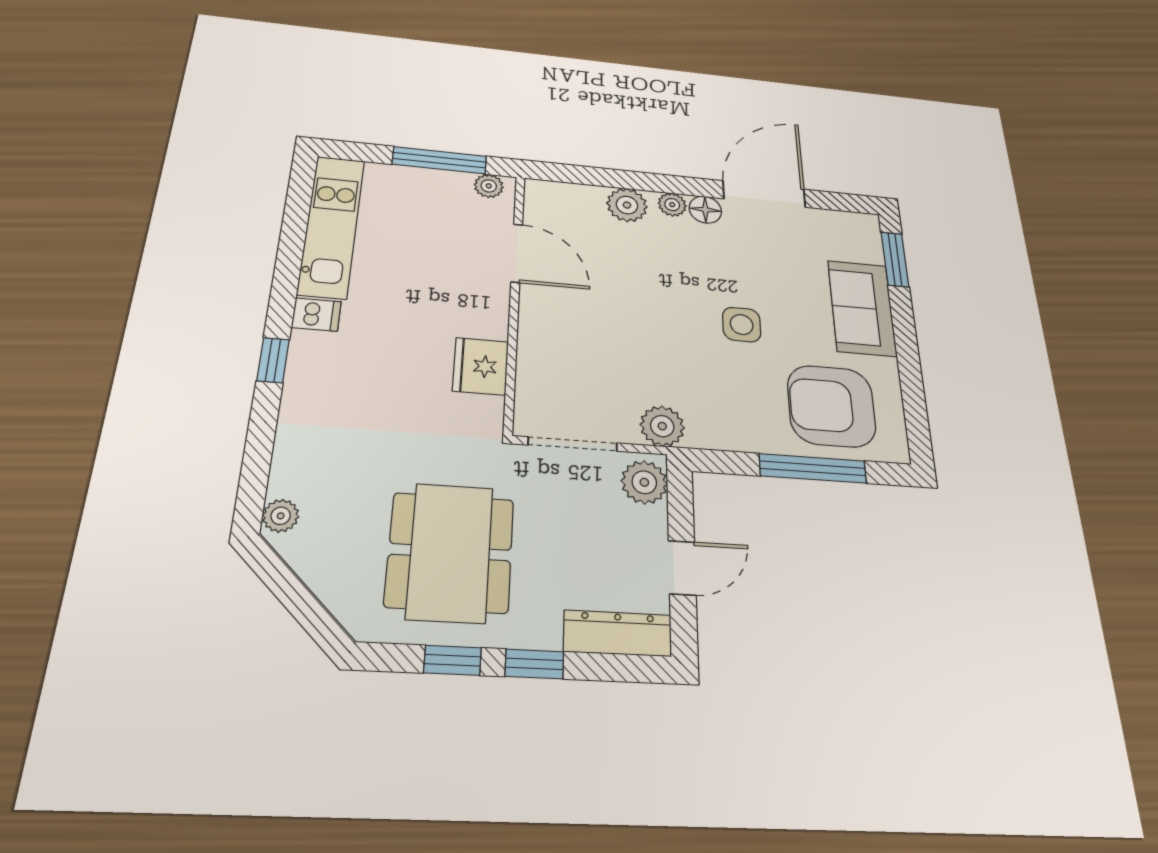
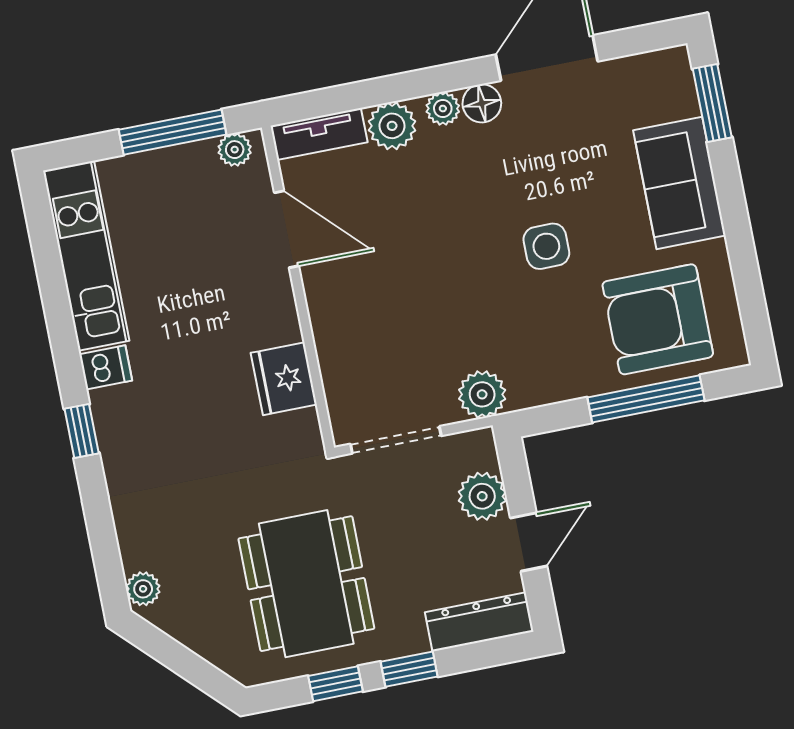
tv unit: (564, 194) -> (319, 134), added
plant: (644, 482) -> (482, 496), moved

